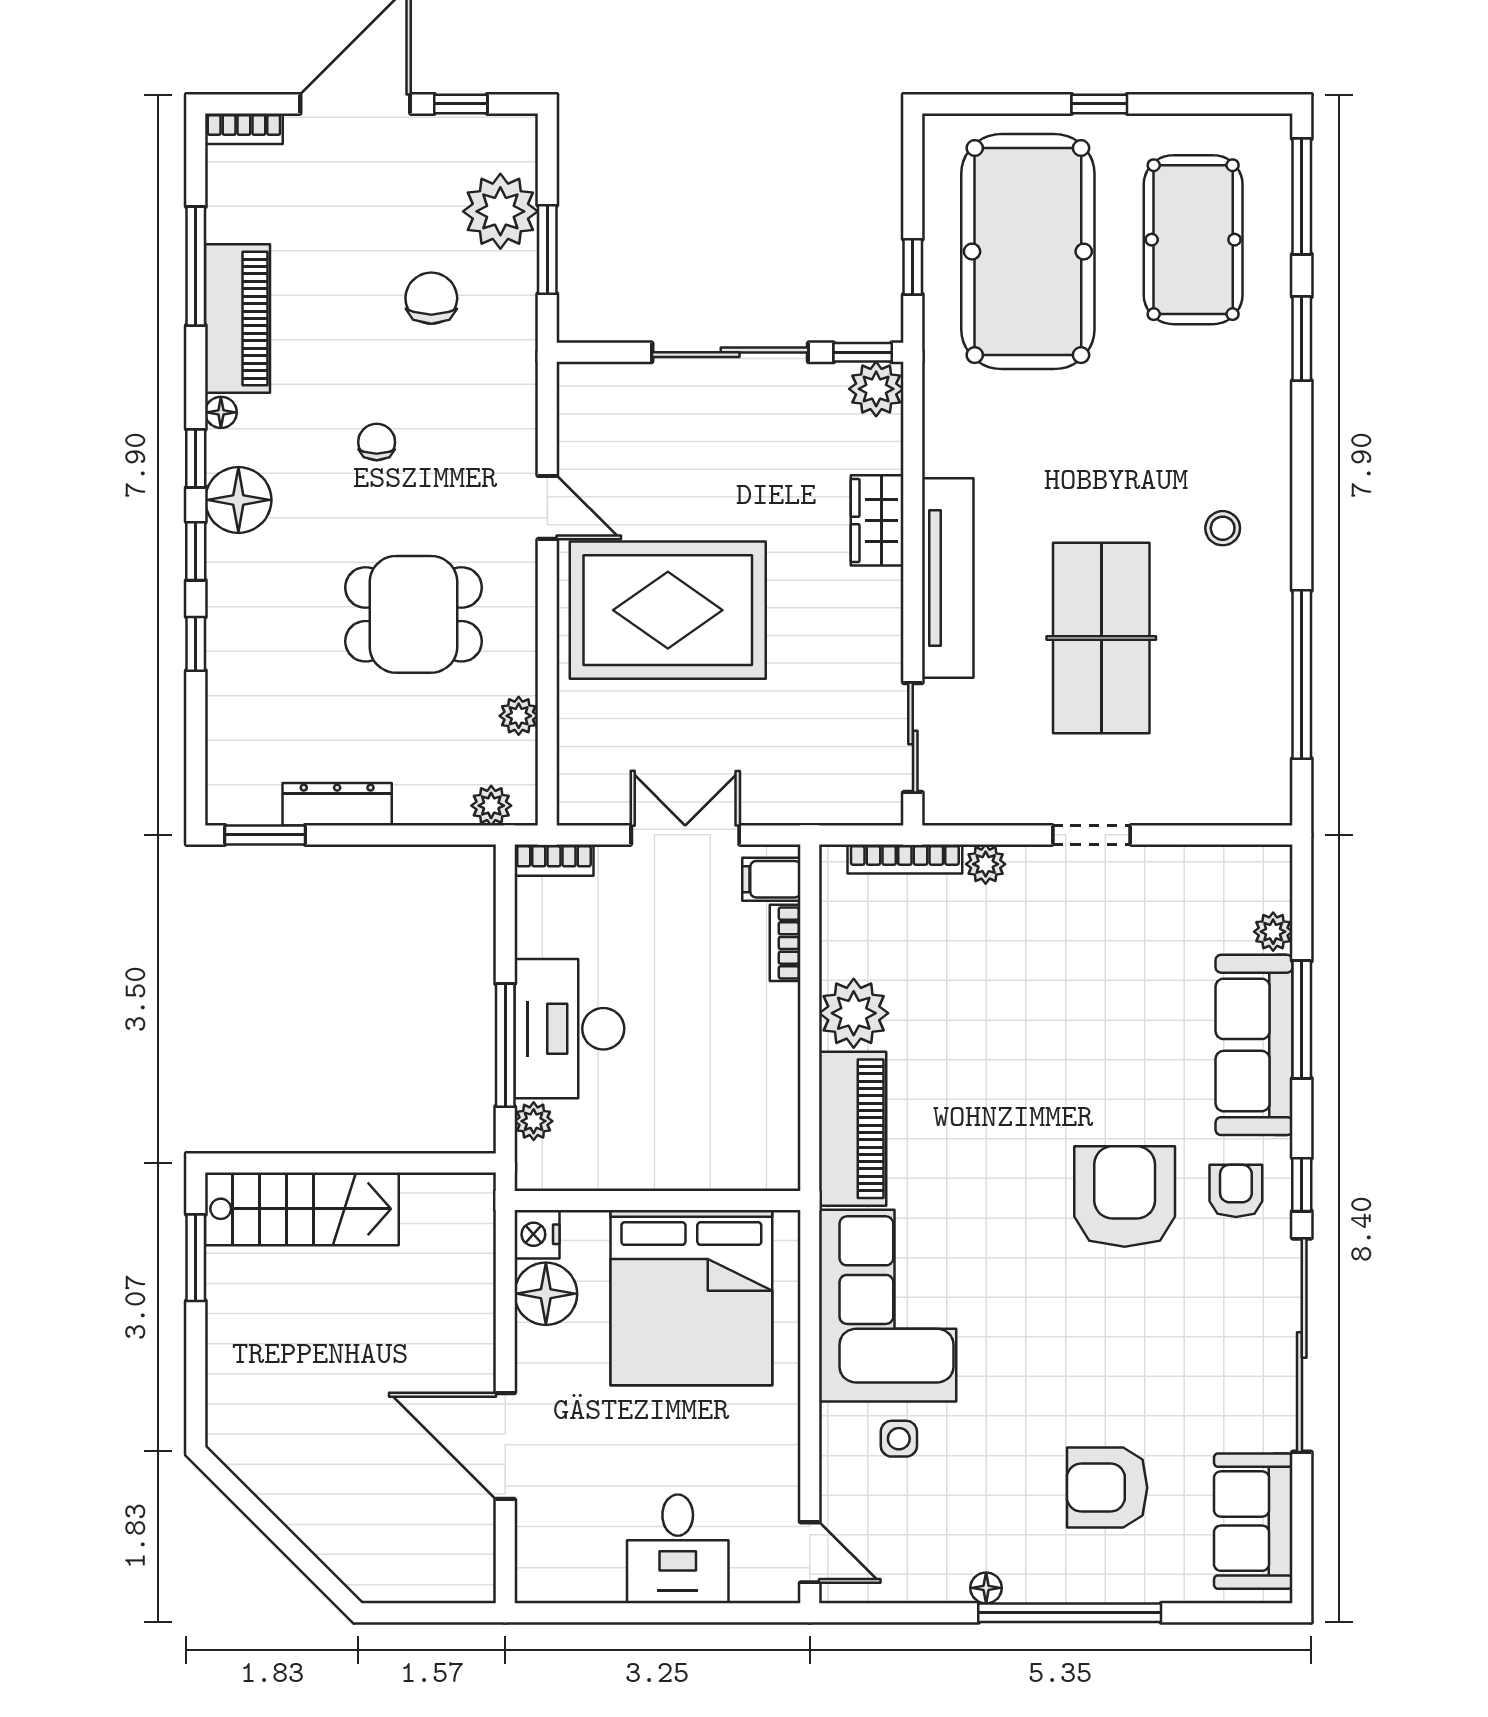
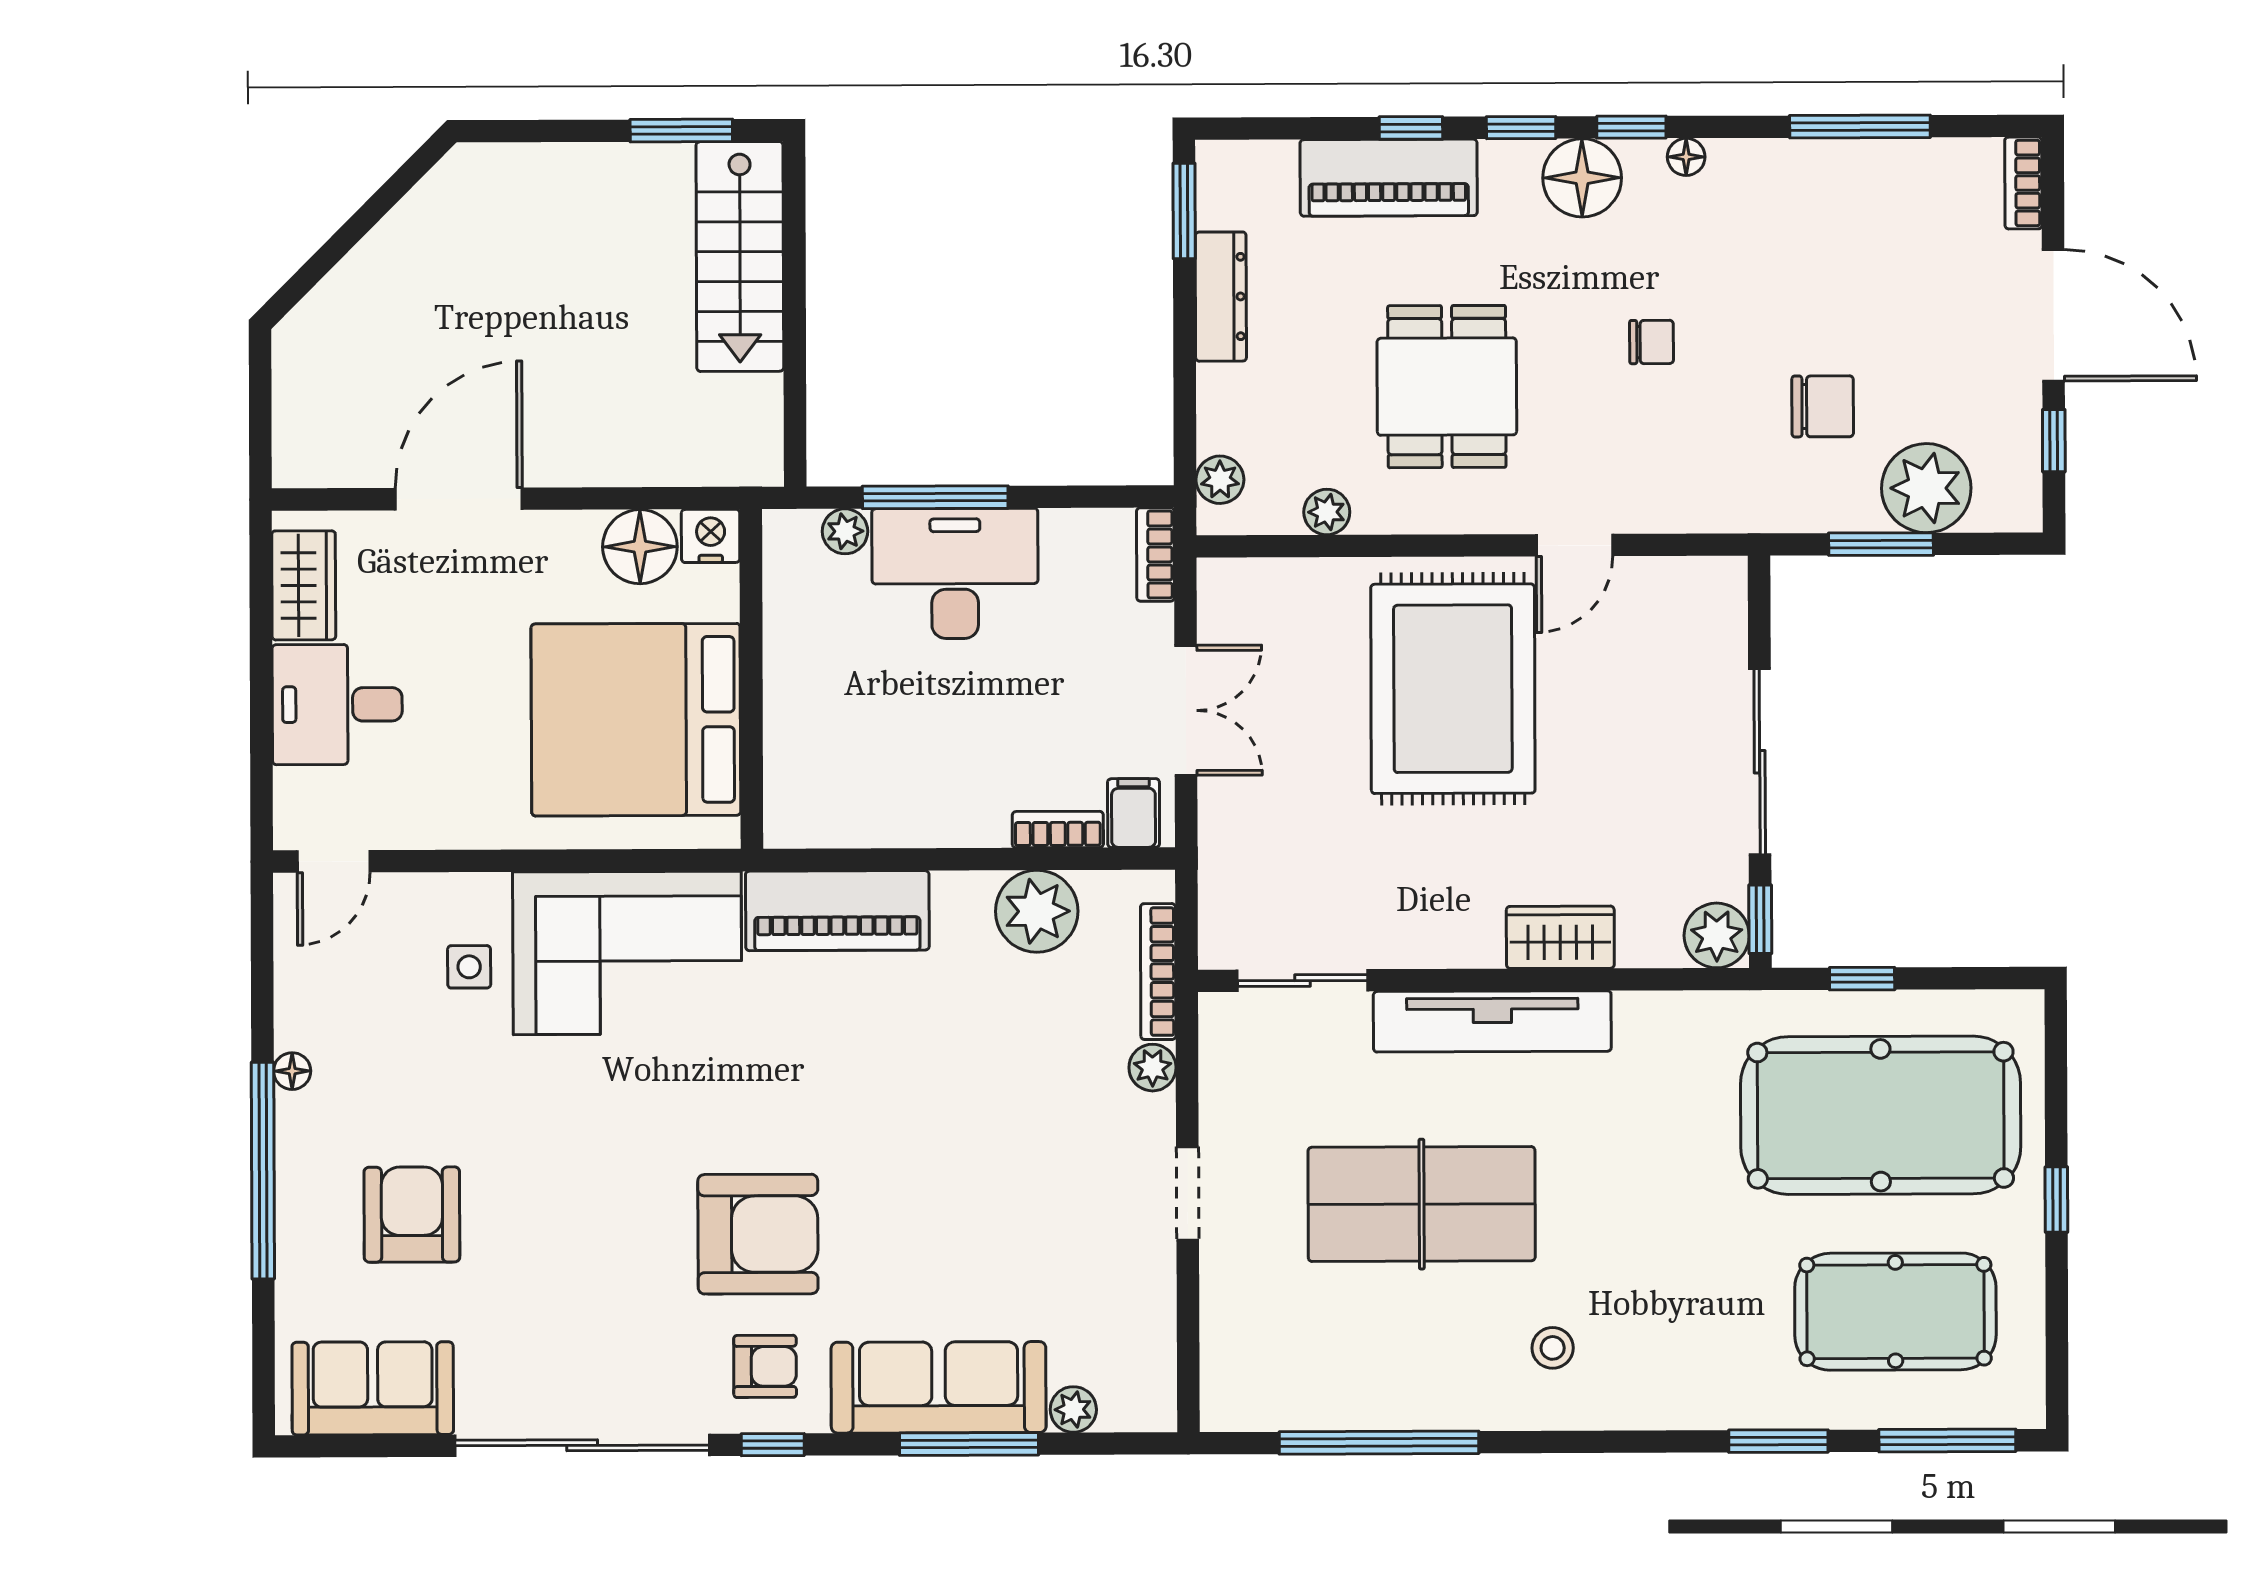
piano: (238, 319) -> (1389, 178), moved
plant: (854, 1013) -> (1037, 911), moved
wardrobe: (577, 1577) -> (304, 585), added

